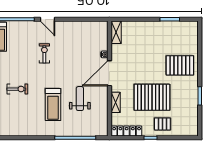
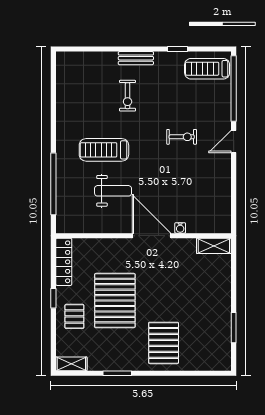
shelving: (116, 102) -> (71, 364), moved

